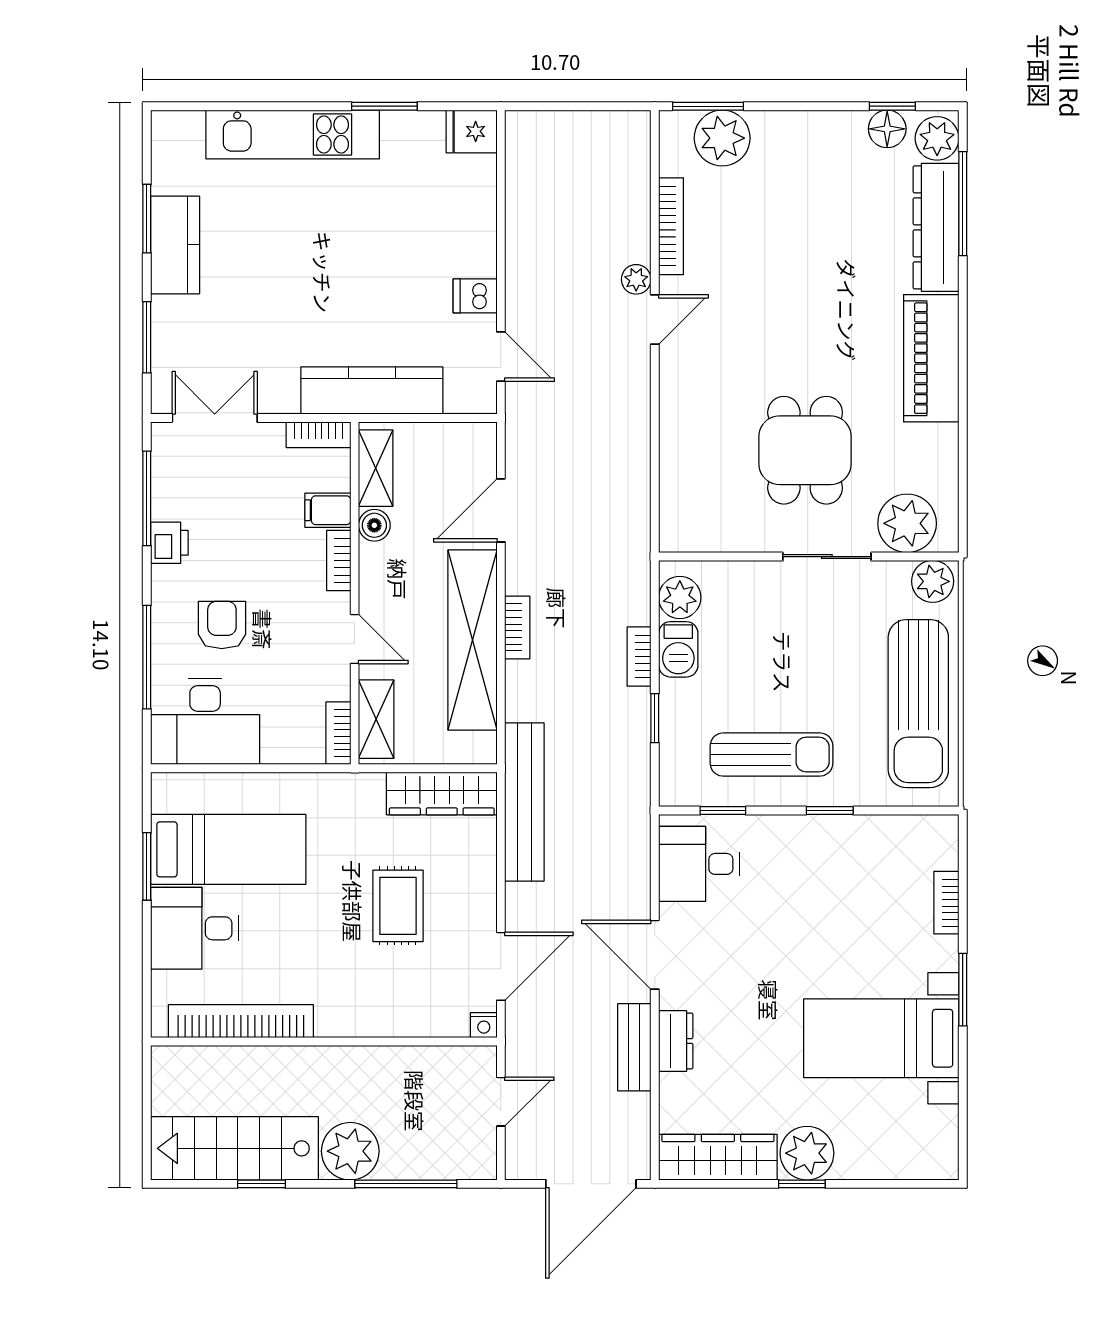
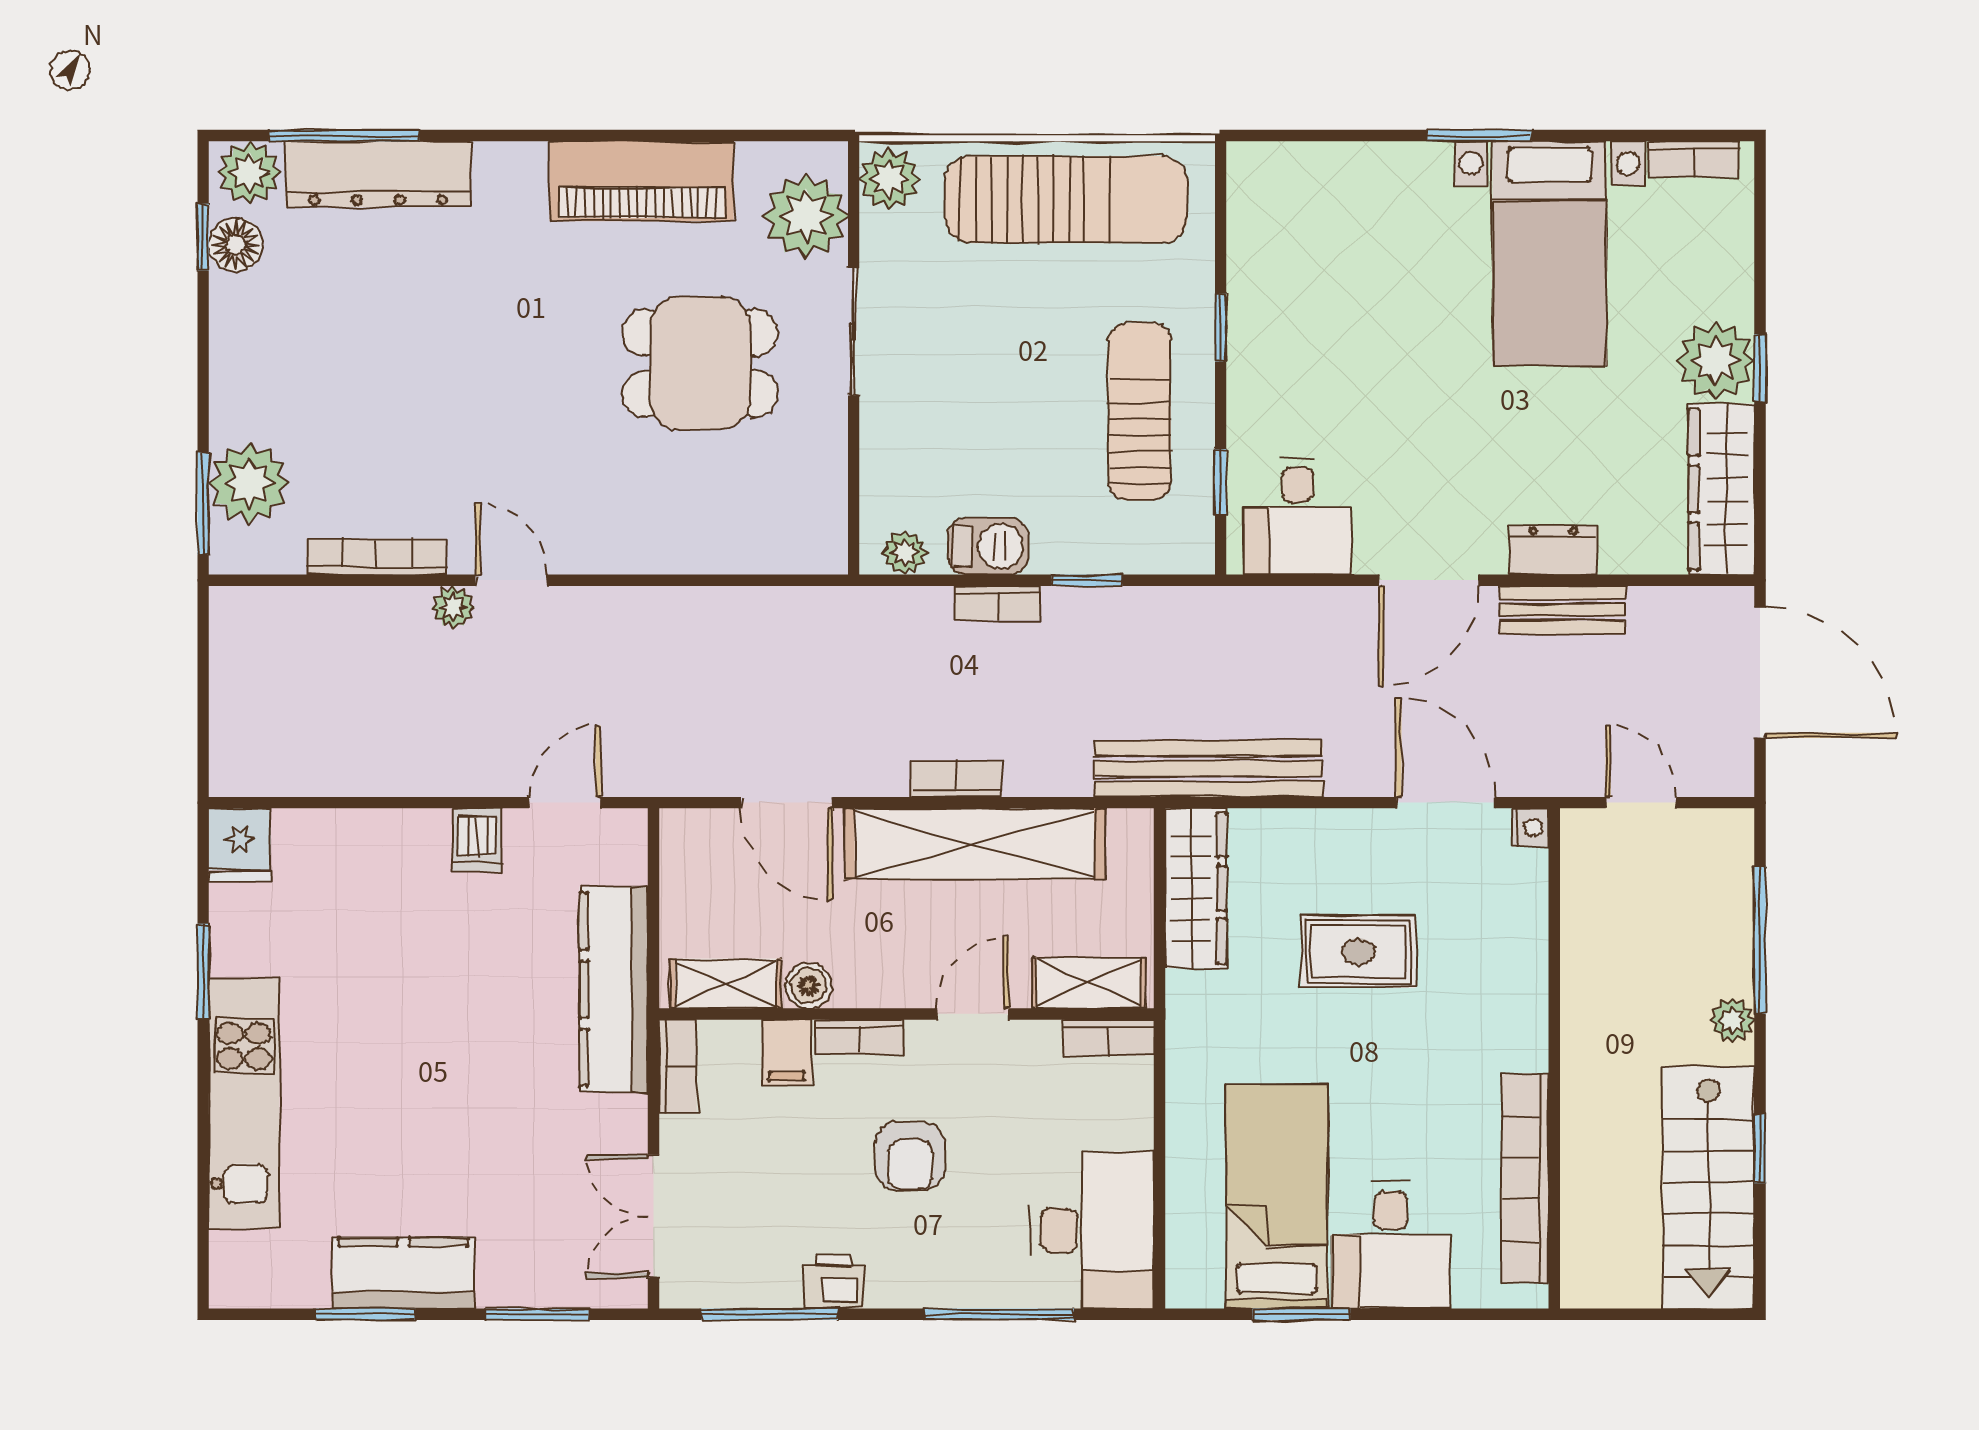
piano: (931, 358) -> (642, 181), moved
plant: (680, 597) -> (905, 553), width x0.73, depth x0.73
armchair: (222, 625) -> (910, 1156), moved, turned -90
bookcase: (946, 903) -> (1694, 159), moved
plant: (350, 1151) -> (1732, 1020), width x0.53, depth x0.53

